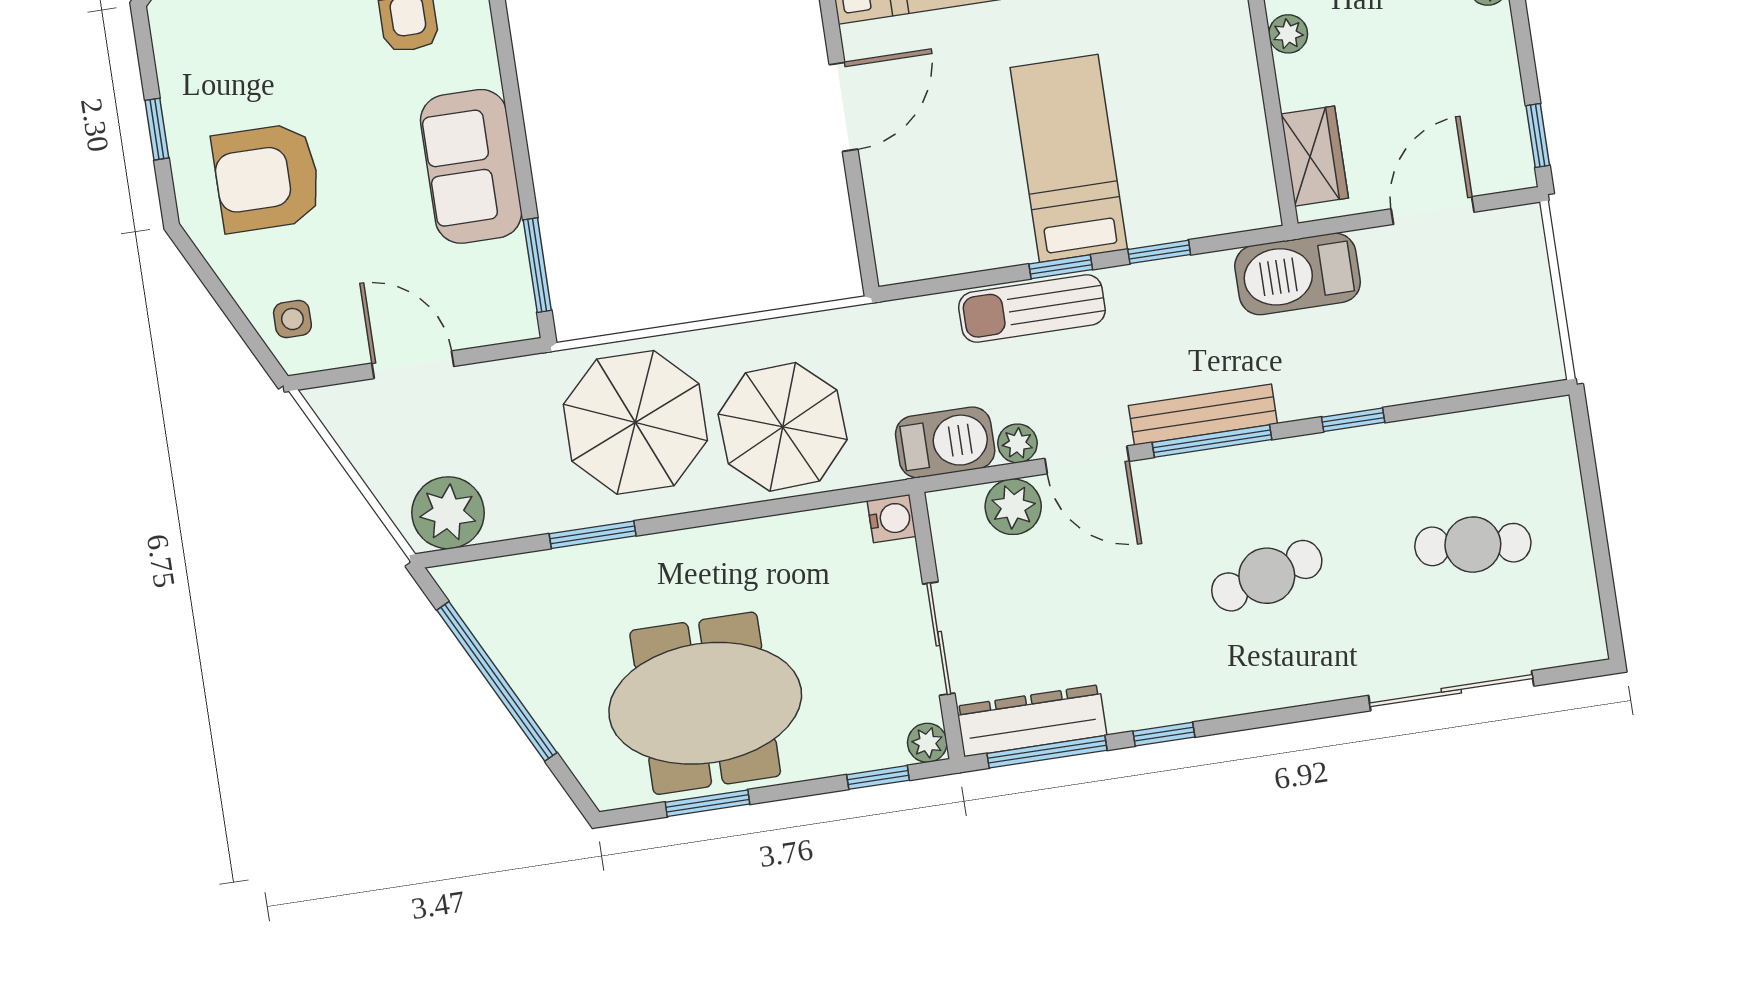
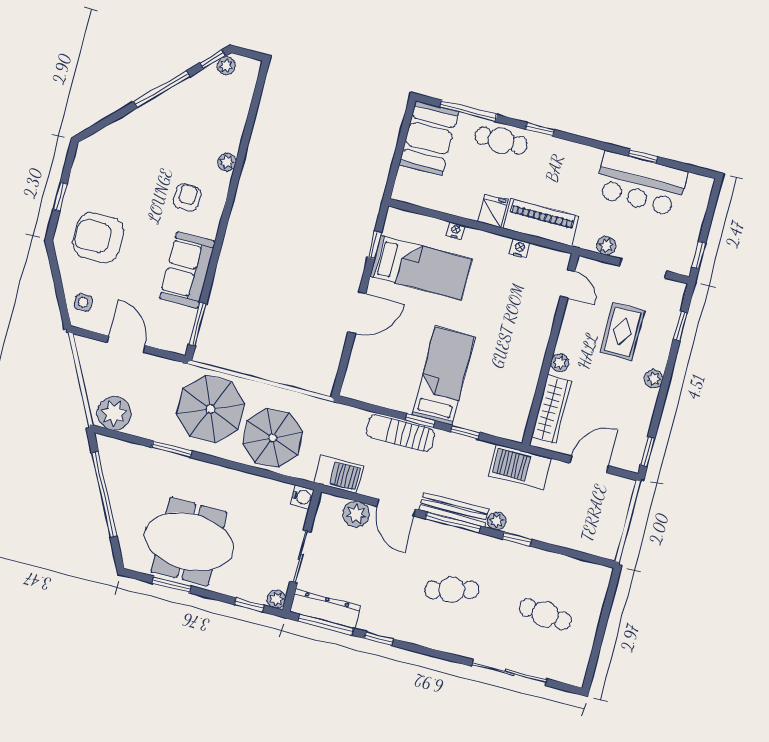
wardrobe: (1315, 156) -> (551, 409), width x1.50
plant: (1017, 443) -> (497, 521), moved

